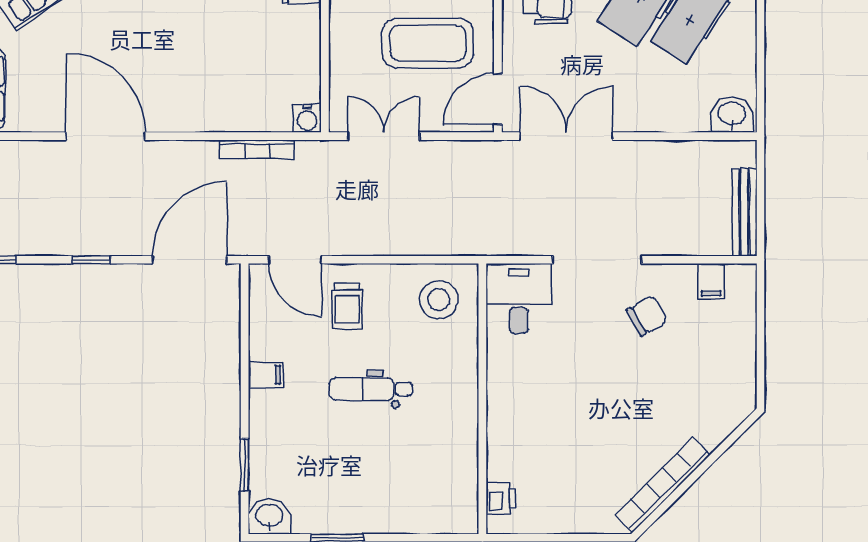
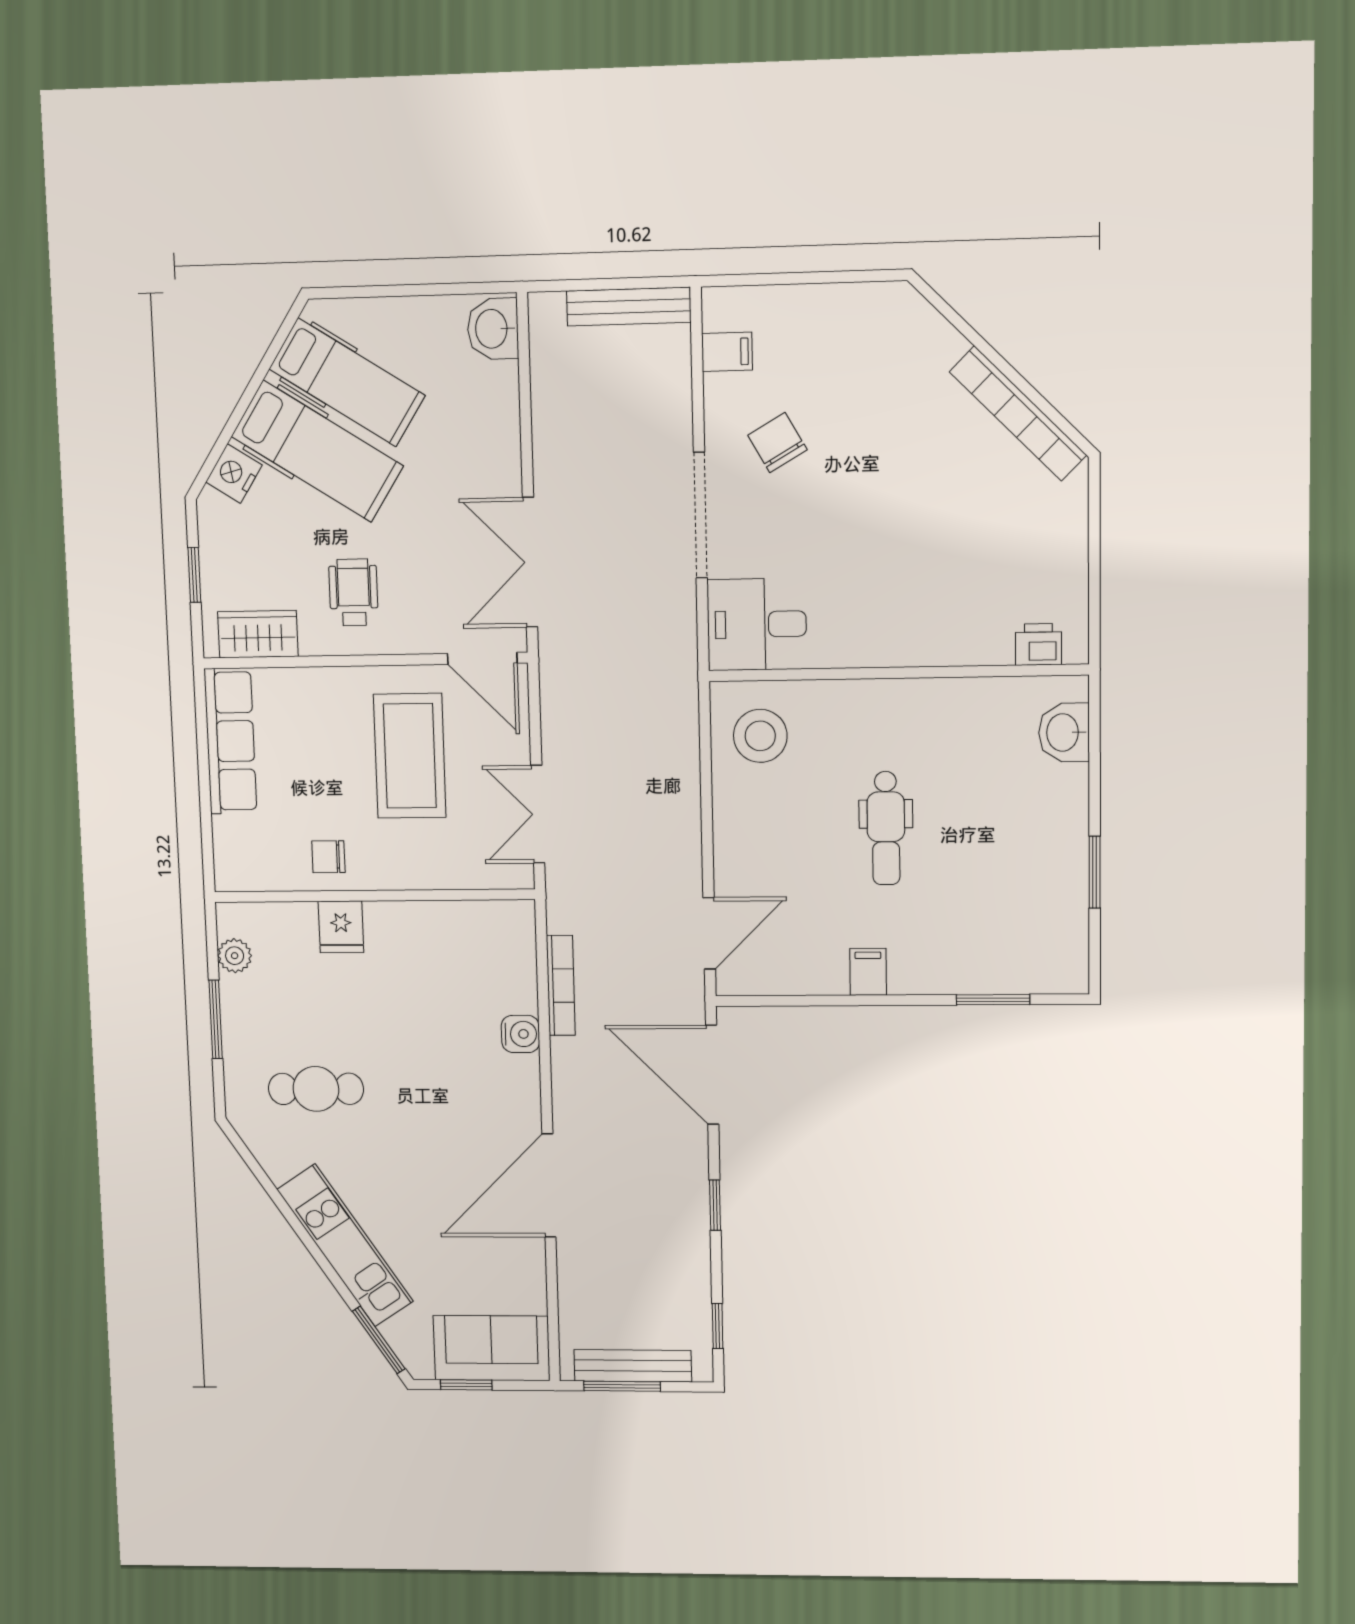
water cooler: (307, 118) -> (520, 1034), moved
trolley: (347, 306) -> (772, 862), removed
washbasin: (269, 516) -> (1064, 732), moved

